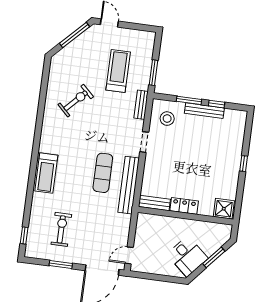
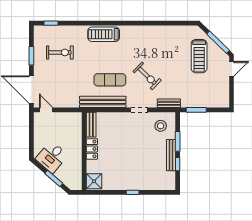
treadmill: (118, 71) -> (199, 56), moved, turned 90
exercise bike: (76, 101) -> (147, 76), moved

